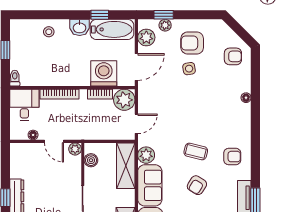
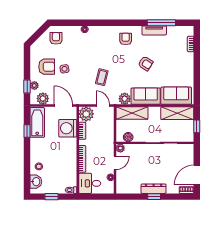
washbasin: (80, 27) -> (36, 182), moved
armchair: (192, 43) -> (47, 67), turned -90
coffee table: (196, 151) -> (102, 77), moved

